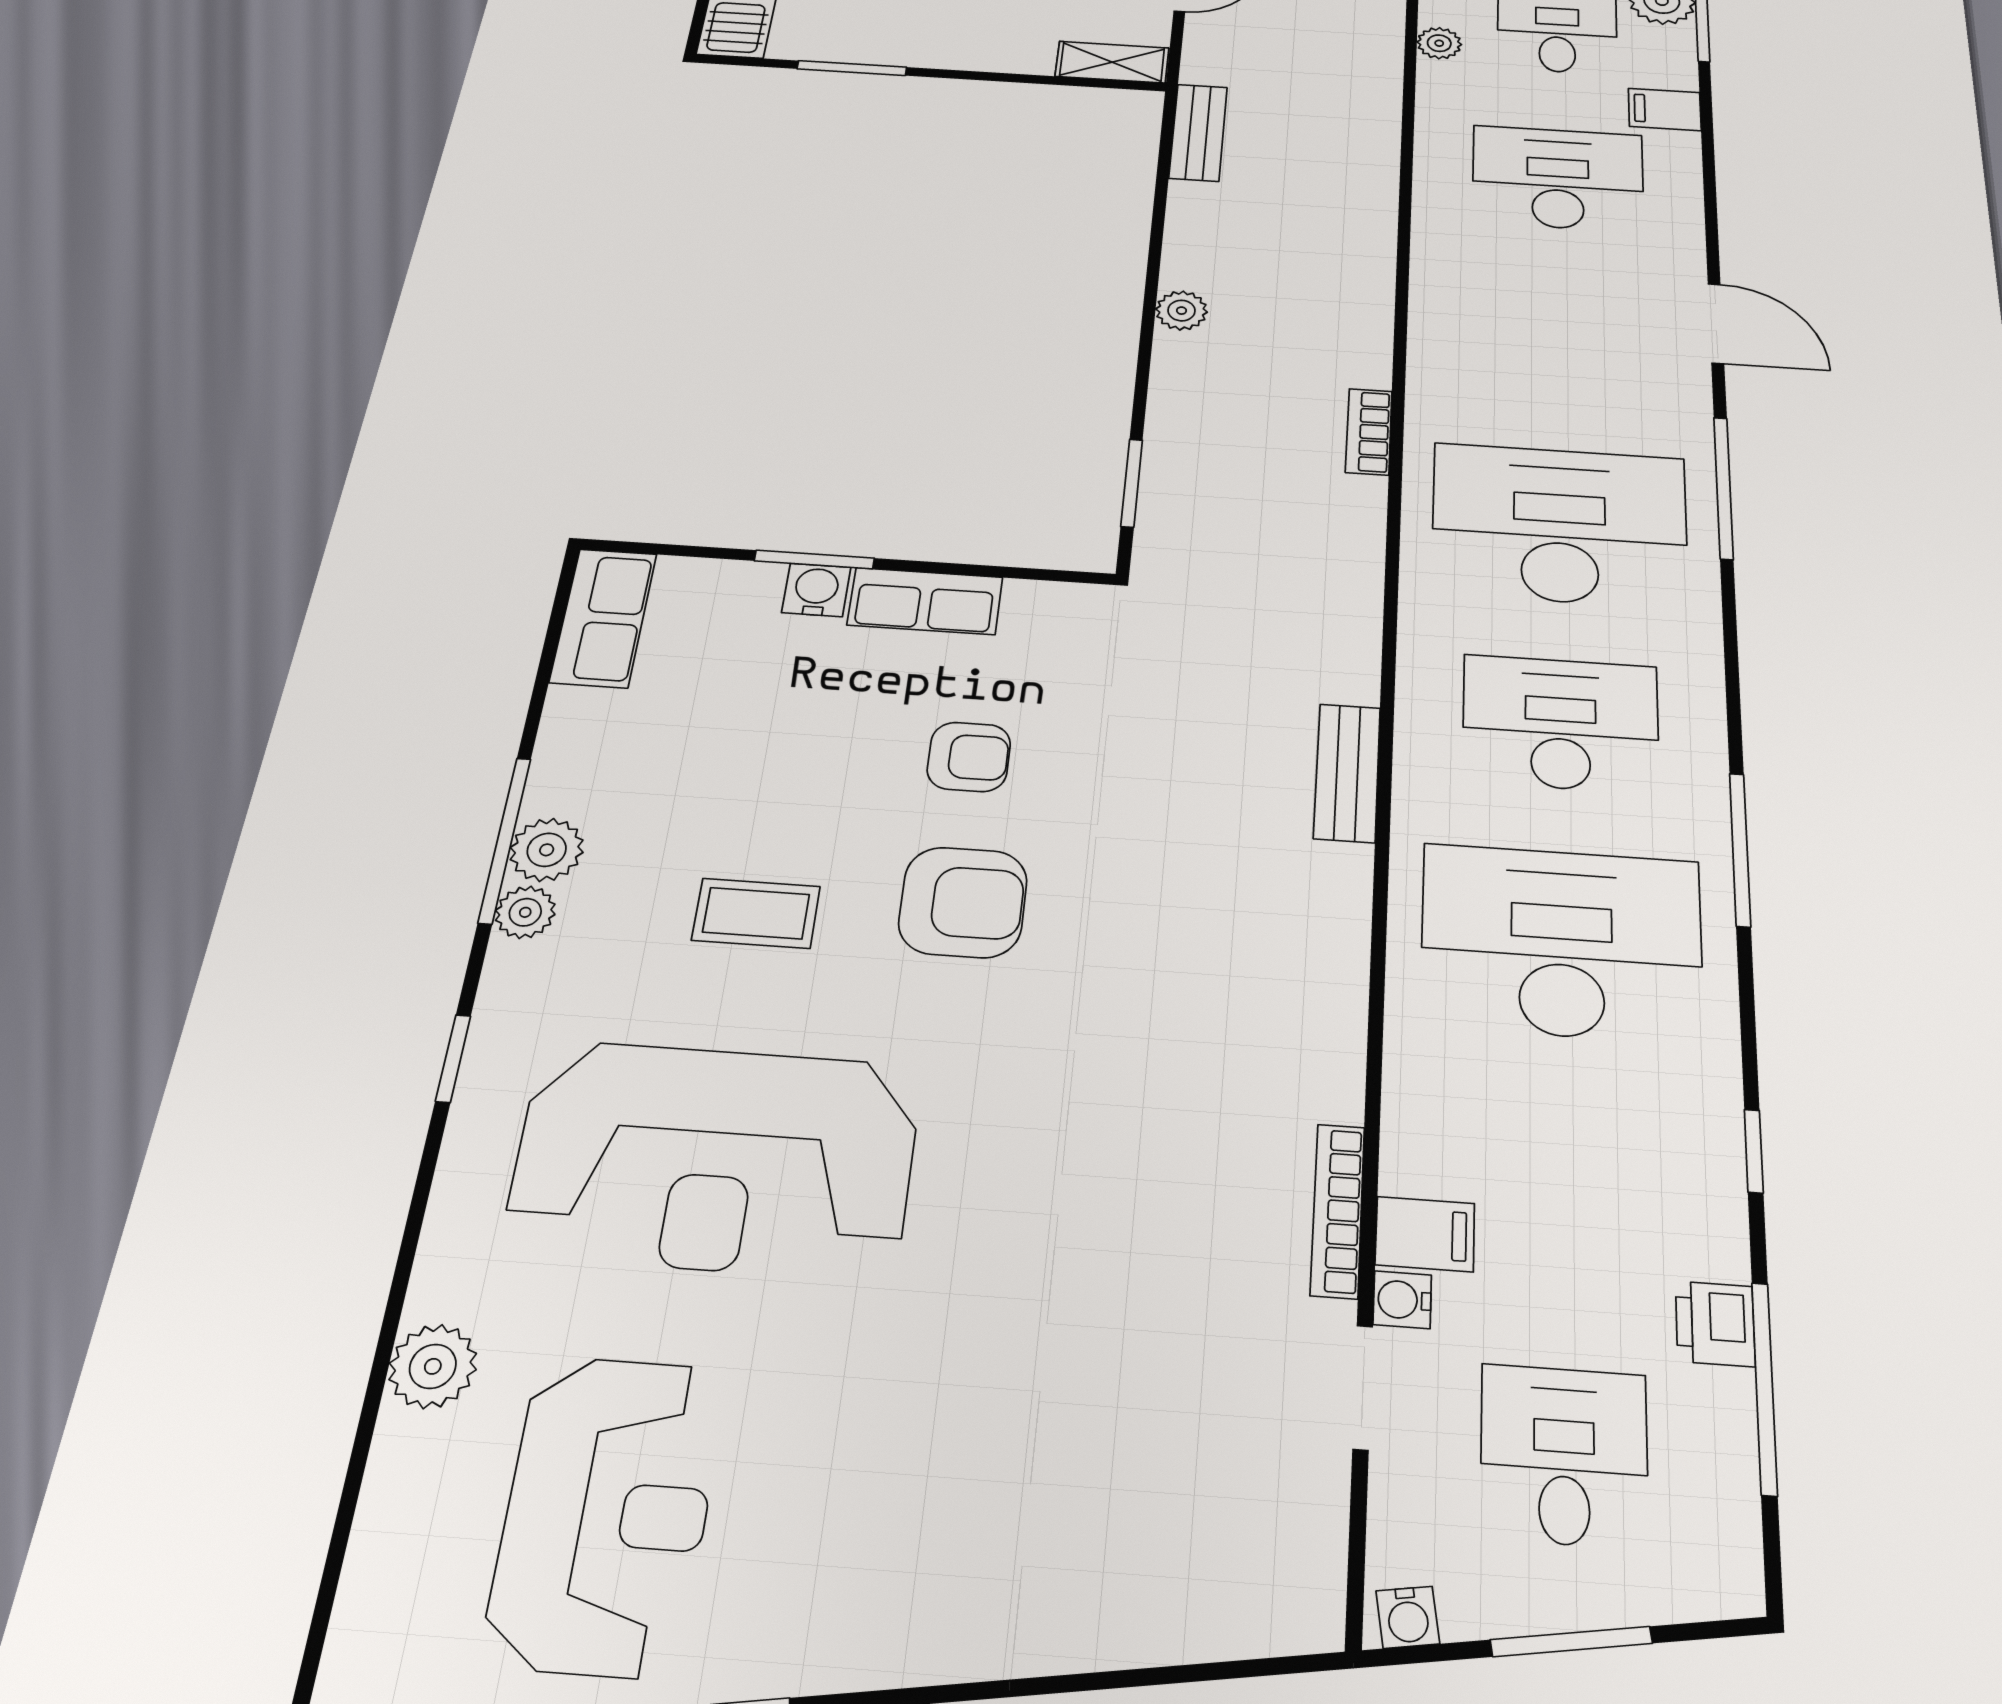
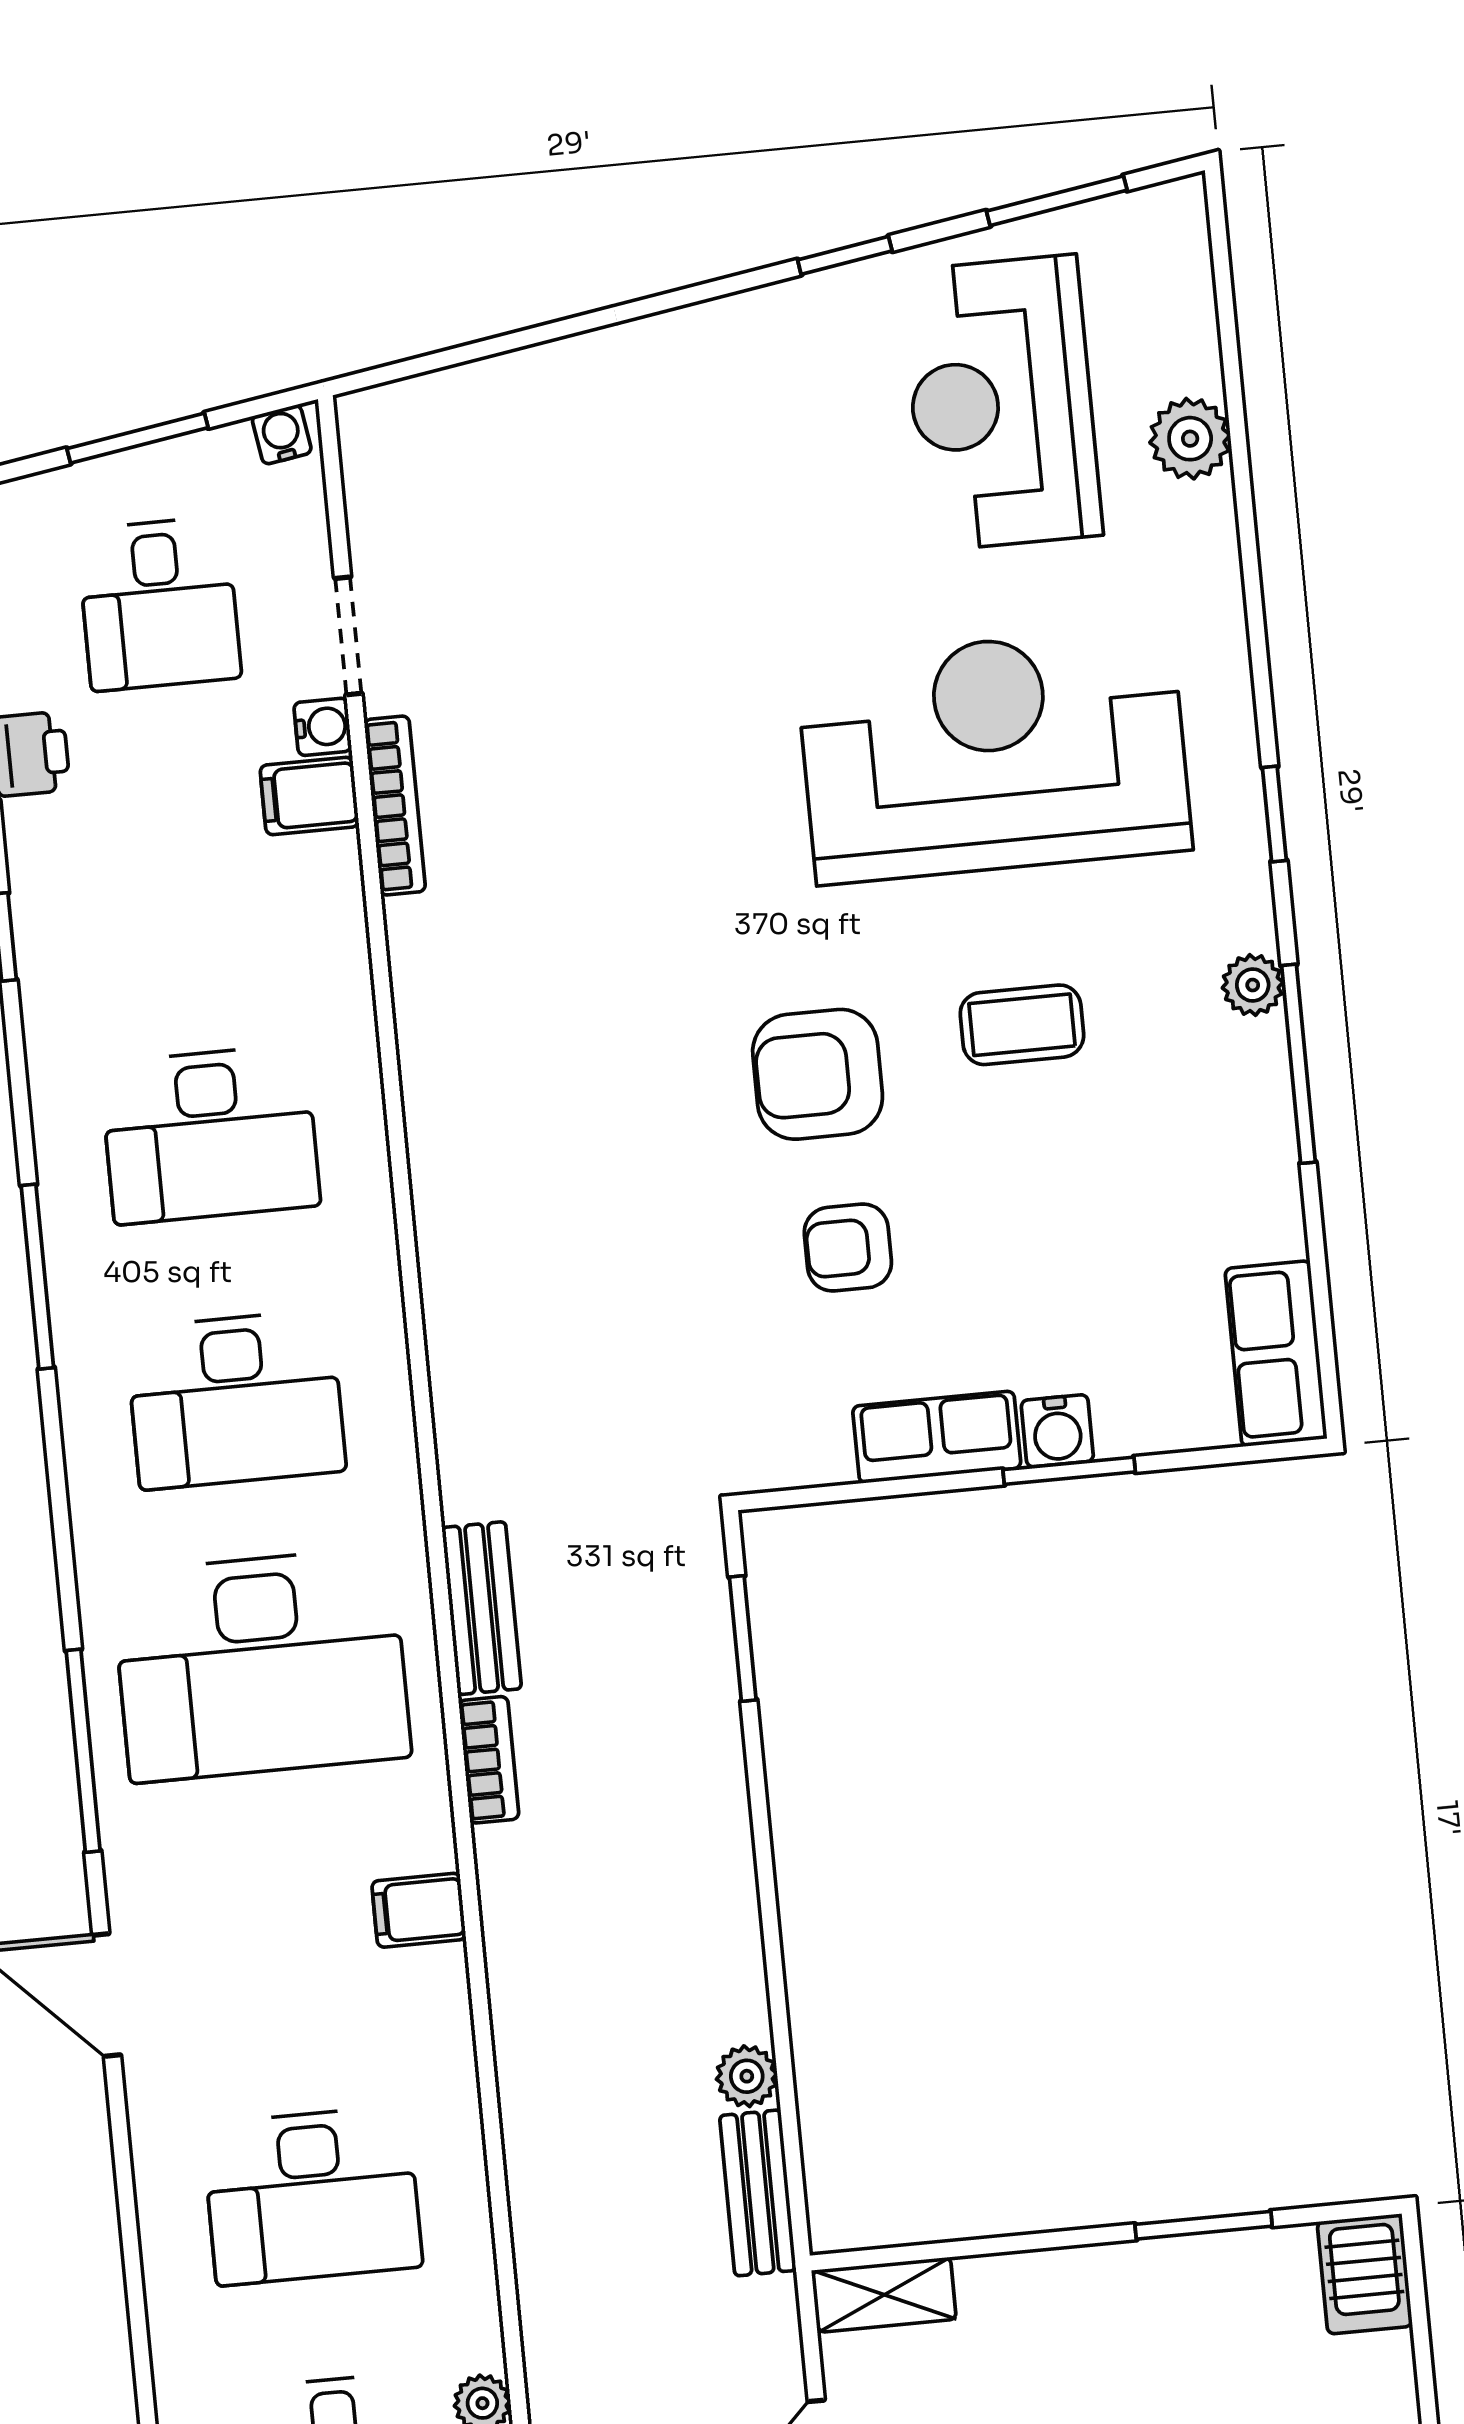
filing cabinet: (1665, 109) -> (419, 1910), moved, turned 180
plant: (1181, 311) -> (747, 2076), moved
bench: (1347, 773) -> (482, 1608), moved
plant: (547, 850) -> (1252, 1060), removed
desk: (1562, 943) -> (210, 1134), width x0.73, depth x0.77
plant: (433, 1366) -> (1190, 439), moved

